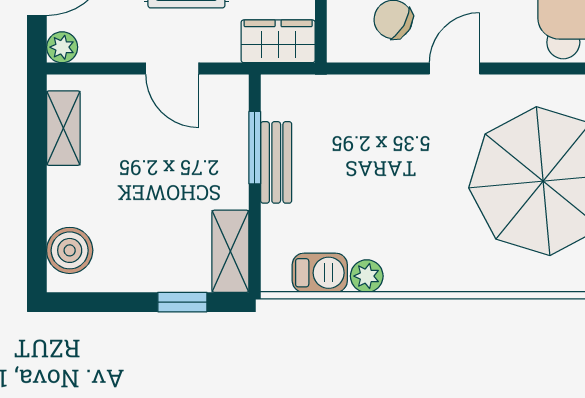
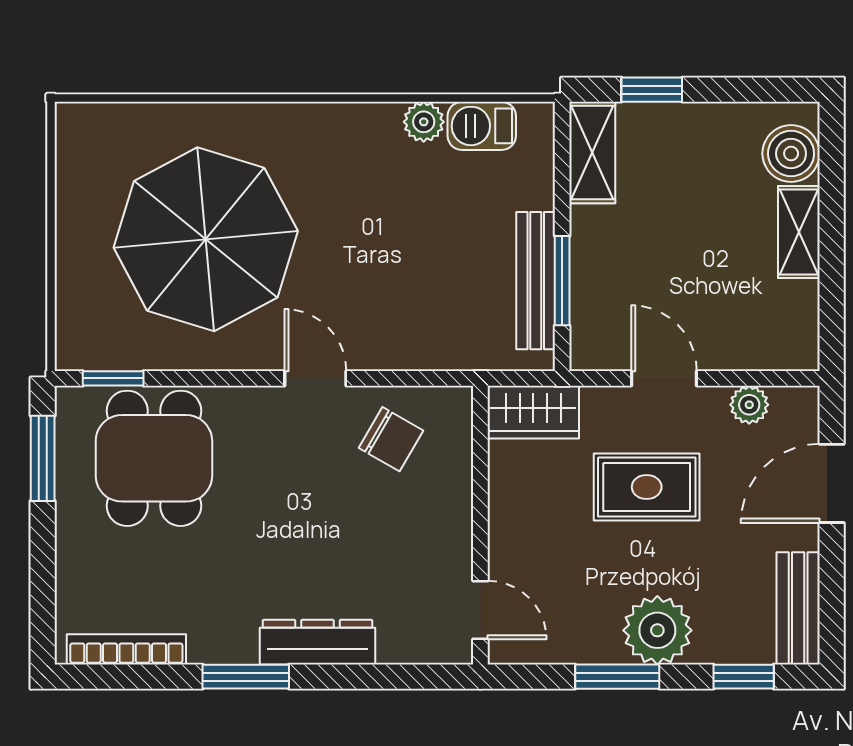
plant: (62, 47) -> (749, 405), moved
door: (454, 69) -> (315, 378), swing flipped
shelving: (63, 128) -> (799, 232), moved
bench: (276, 162) -> (536, 281), width x1.36

